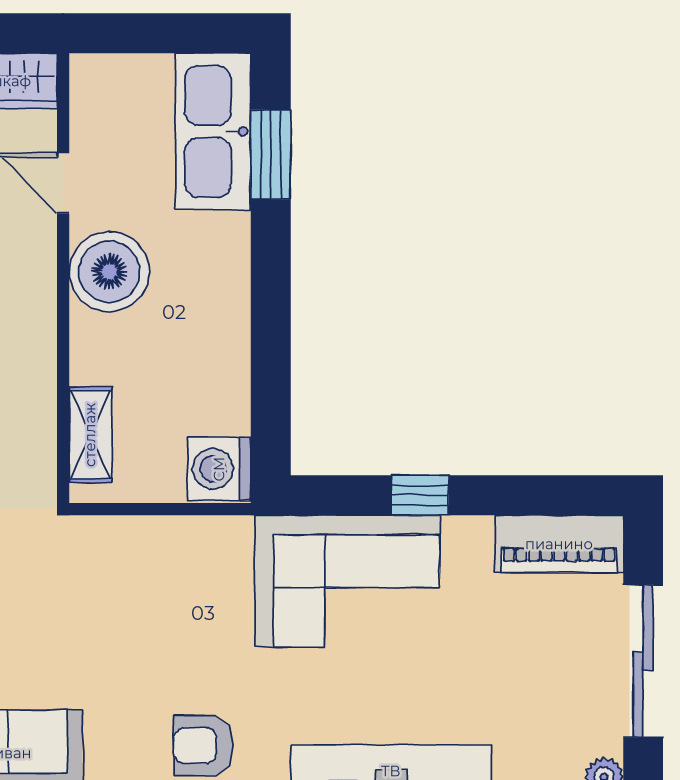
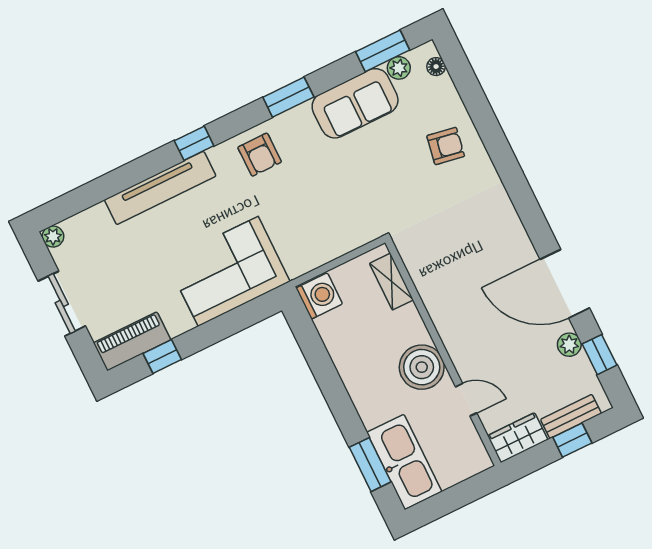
window: (420, 495) -> (162, 357), moved
sliding door: (643, 661) -> (62, 304), width x0.73
armchair: (203, 746) -> (260, 155), turned 90

